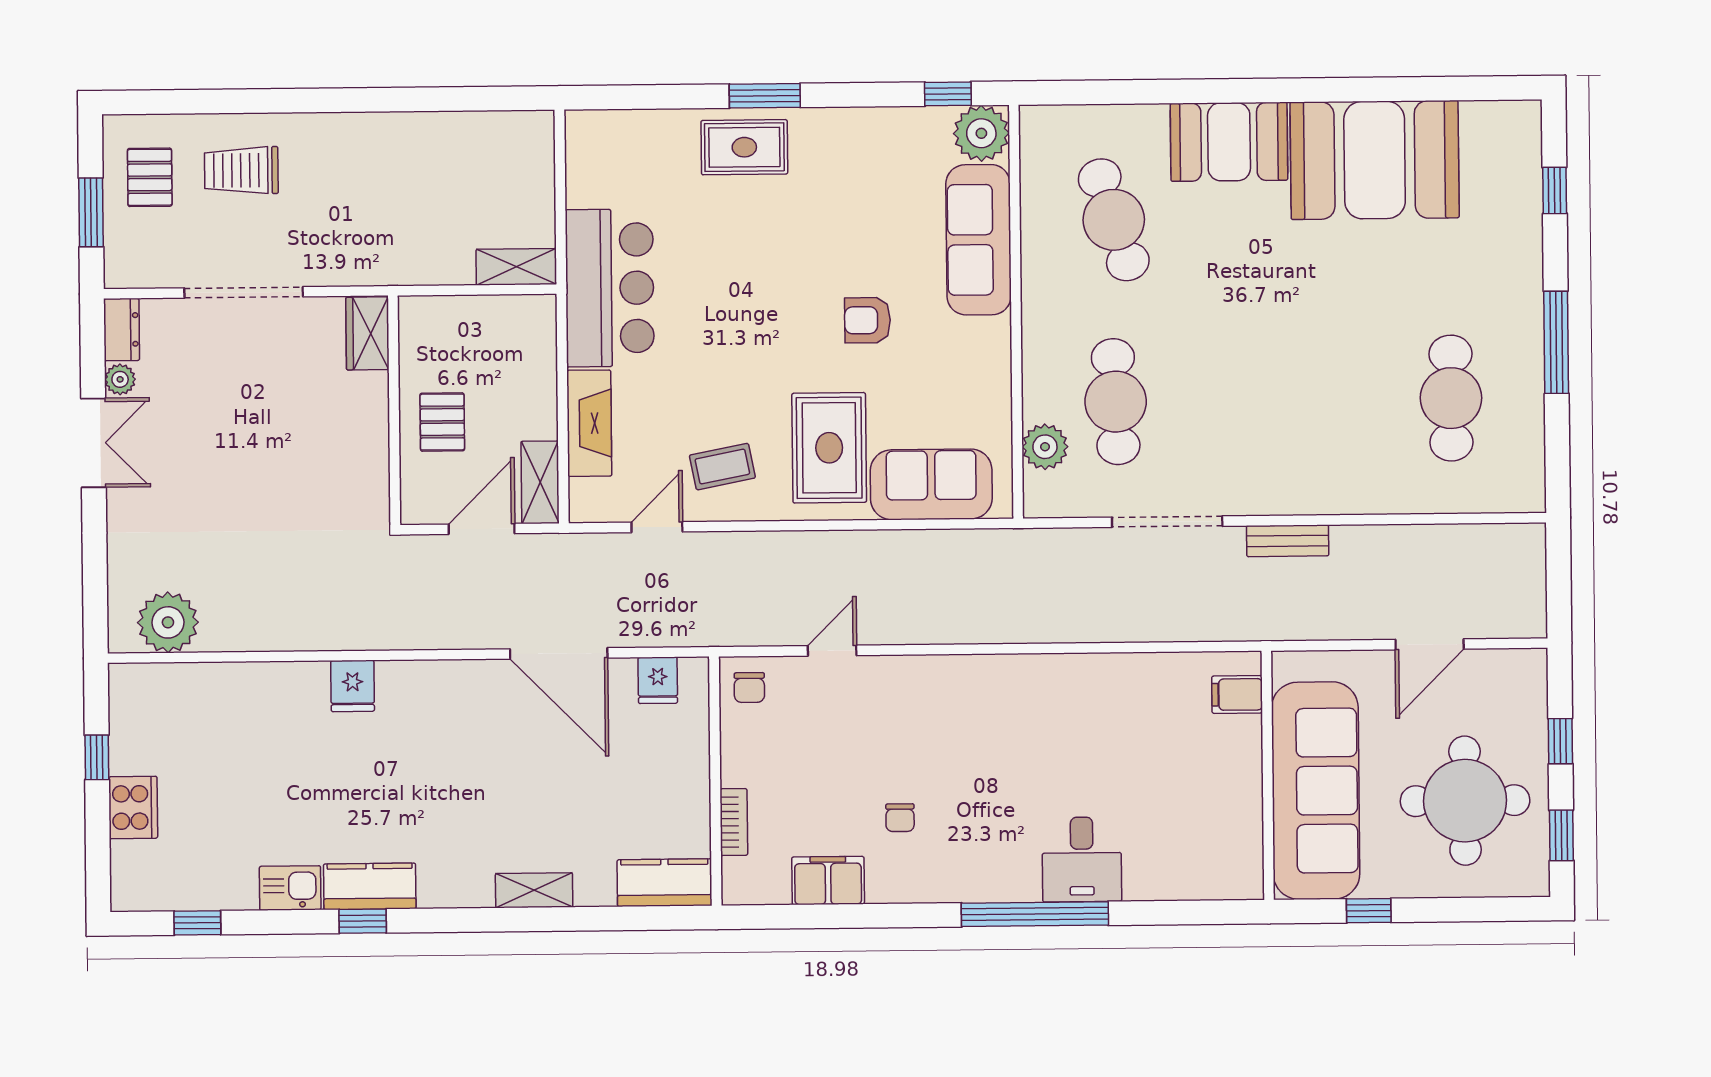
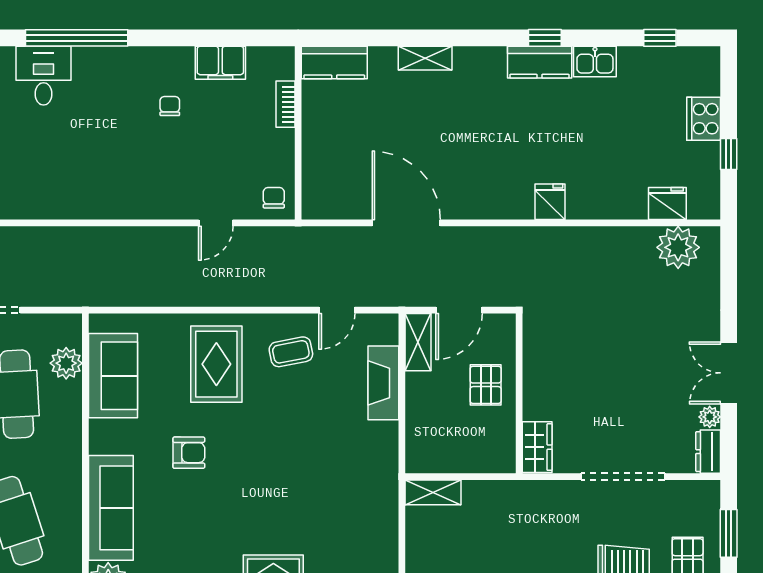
bar counter: (610, 288) -> (368, 477), removed
sofa: (931, 484) -> (113, 376), moved, turned -90
fridge: (658, 680) -> (667, 203), moved, width x1.38

